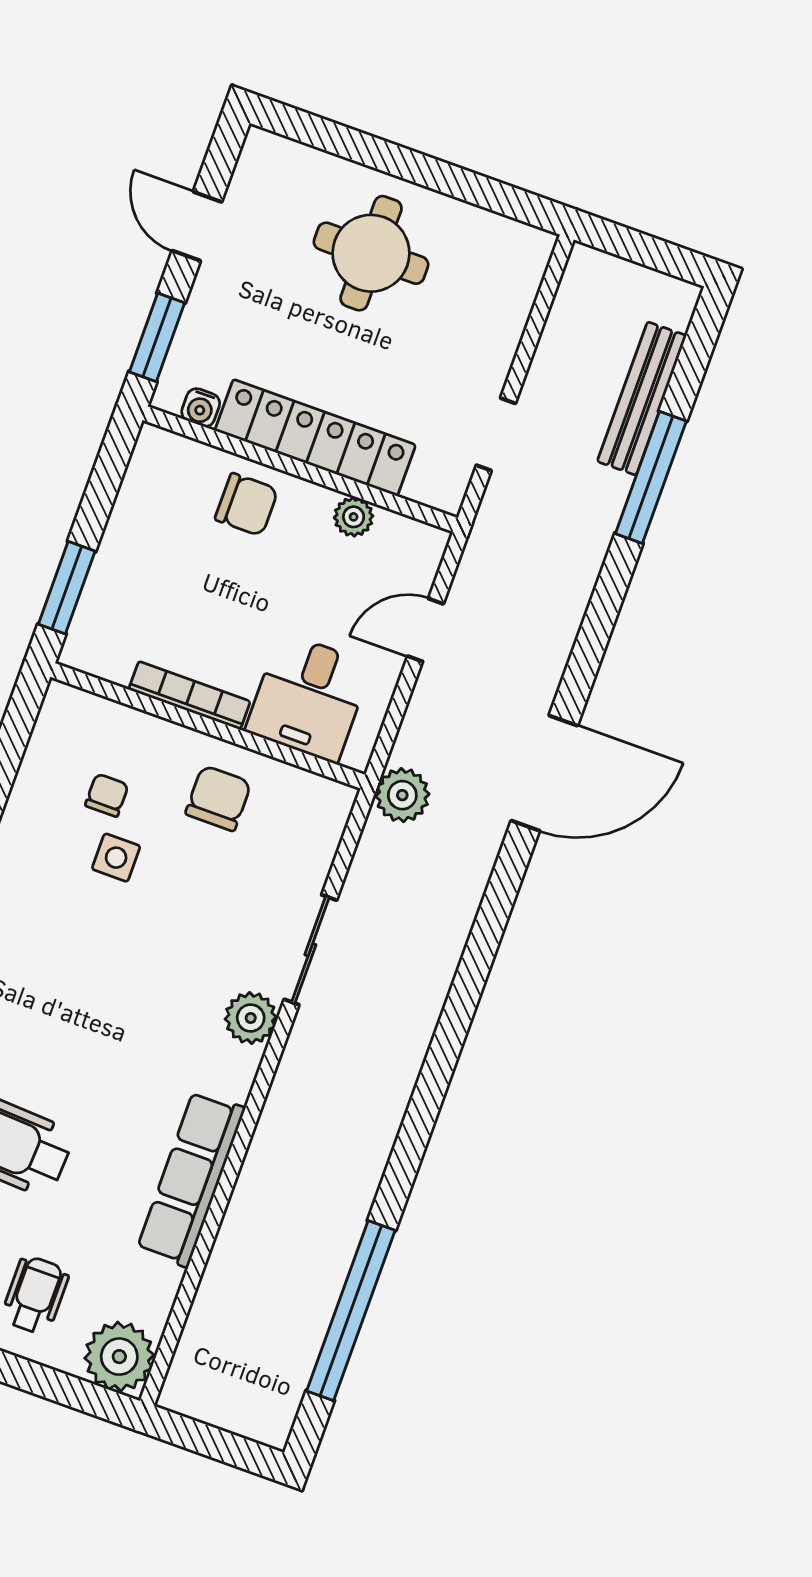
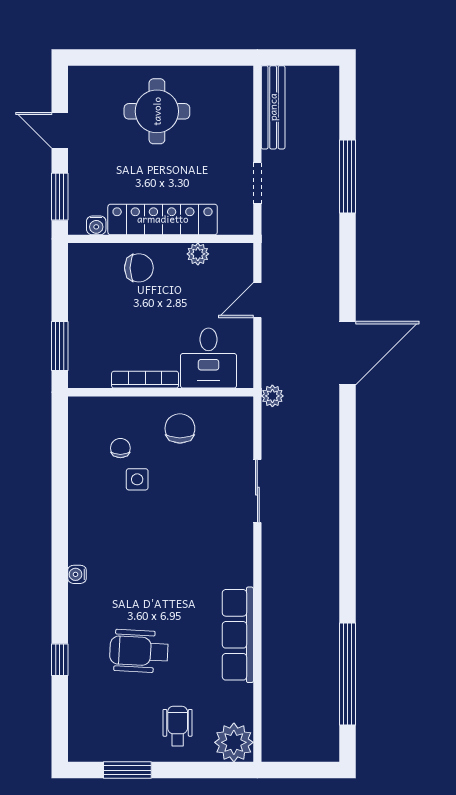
bench: (642, 399) -> (273, 107), moved
plant: (402, 795) -> (272, 396), width x0.73, depth x0.73
plant: (251, 1018) -> (239, 538), removed

